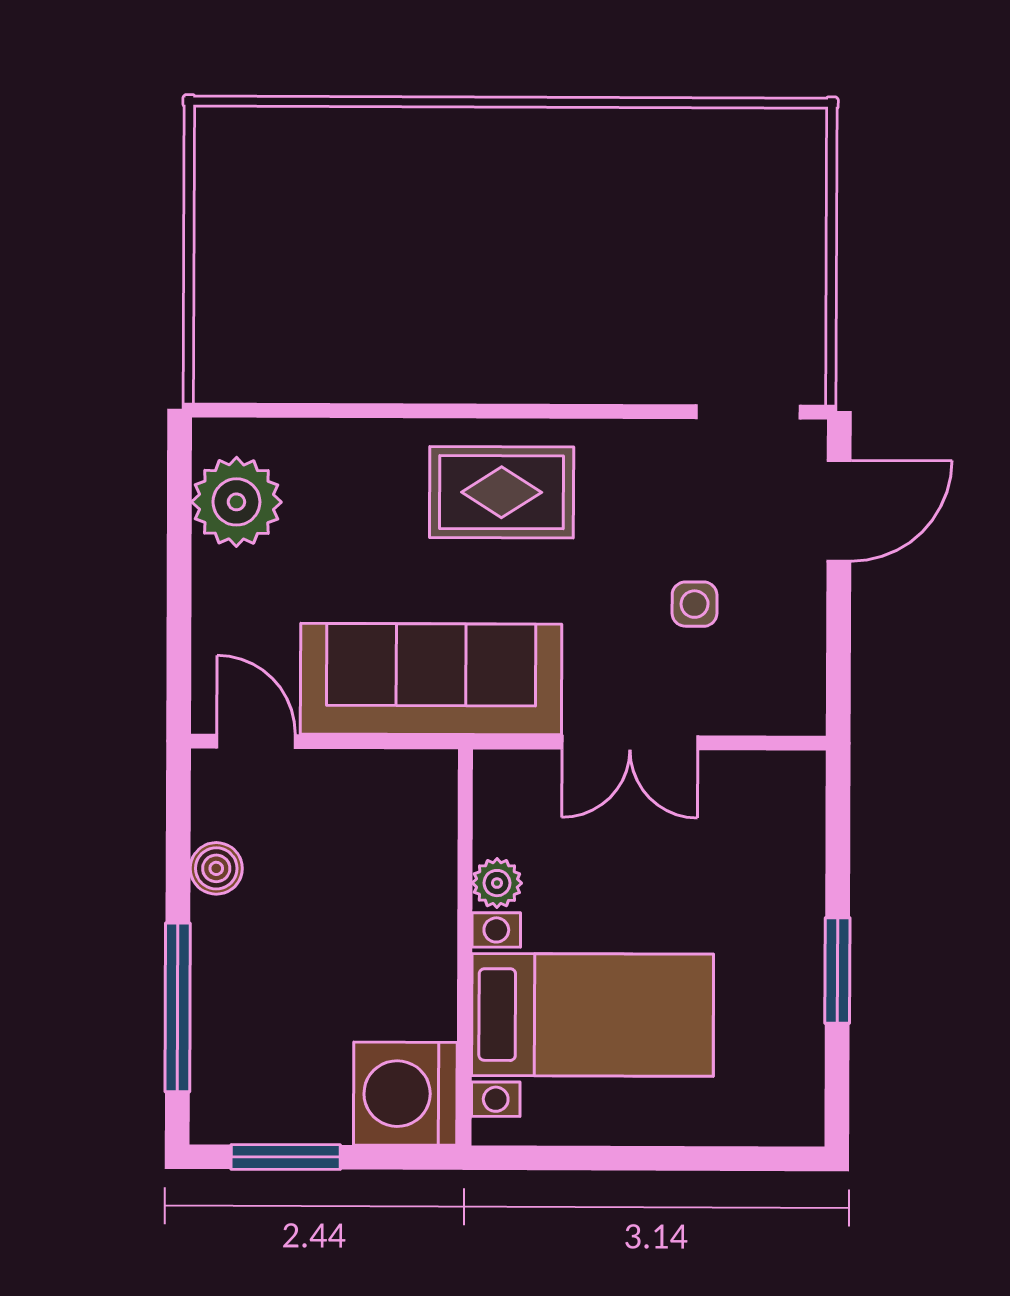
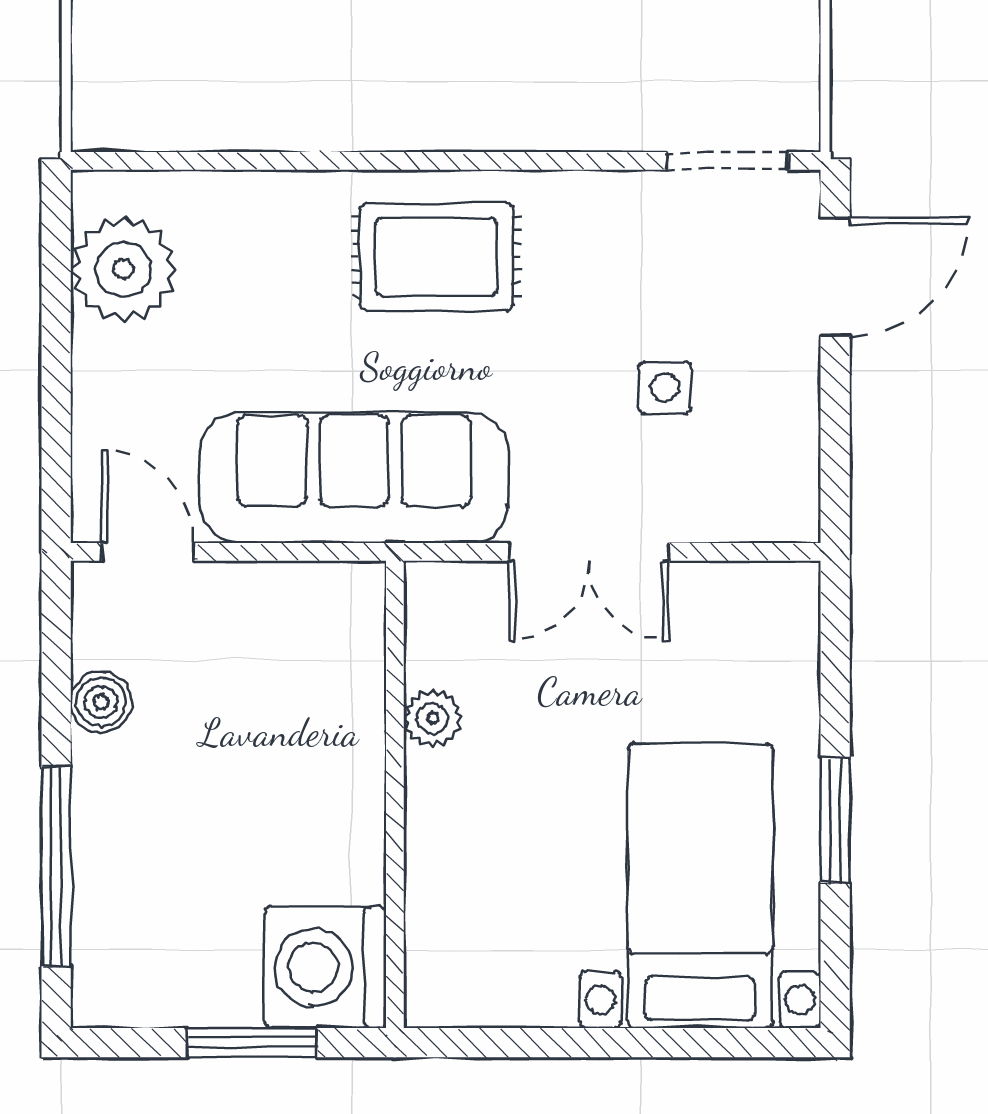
bed with nightstands: (593, 1015) -> (700, 886), moved, turned -90
window: (286, 1157) -> (252, 1043), moved

